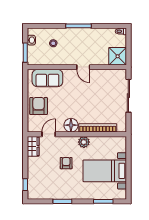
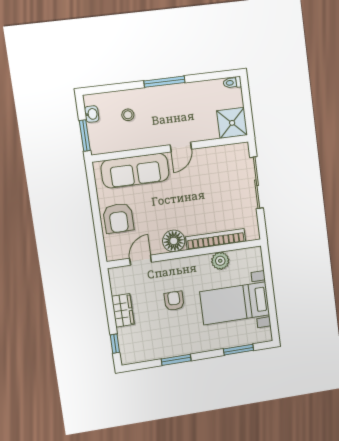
door: (83, 67) -> (181, 147), hinge flipped
sofa: (47, 78) -> (135, 171), width x1.36
armchair: (39, 106) -> (118, 218), turned 180
plant: (84, 142) -> (220, 261), moved
wardrobe: (33, 146) -> (123, 310), moved

